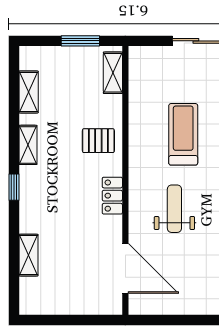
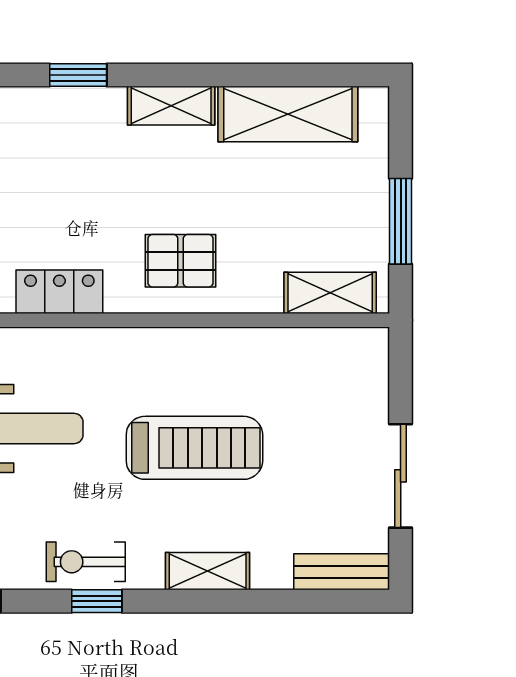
shelving: (29, 92) -> (288, 114), width x1.50, depth x1.33
pallet: (98, 141) -> (181, 261), turned 90

